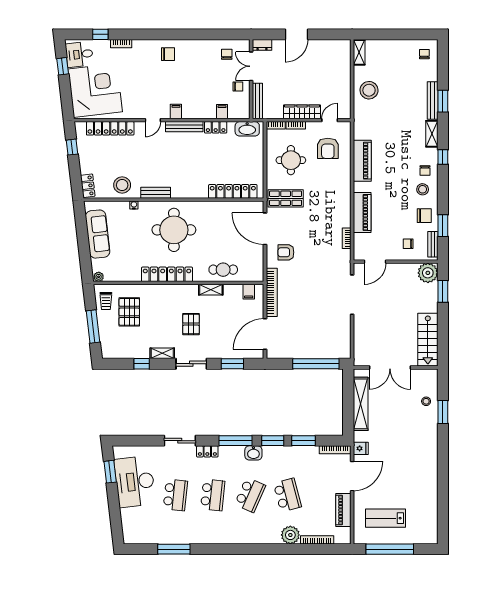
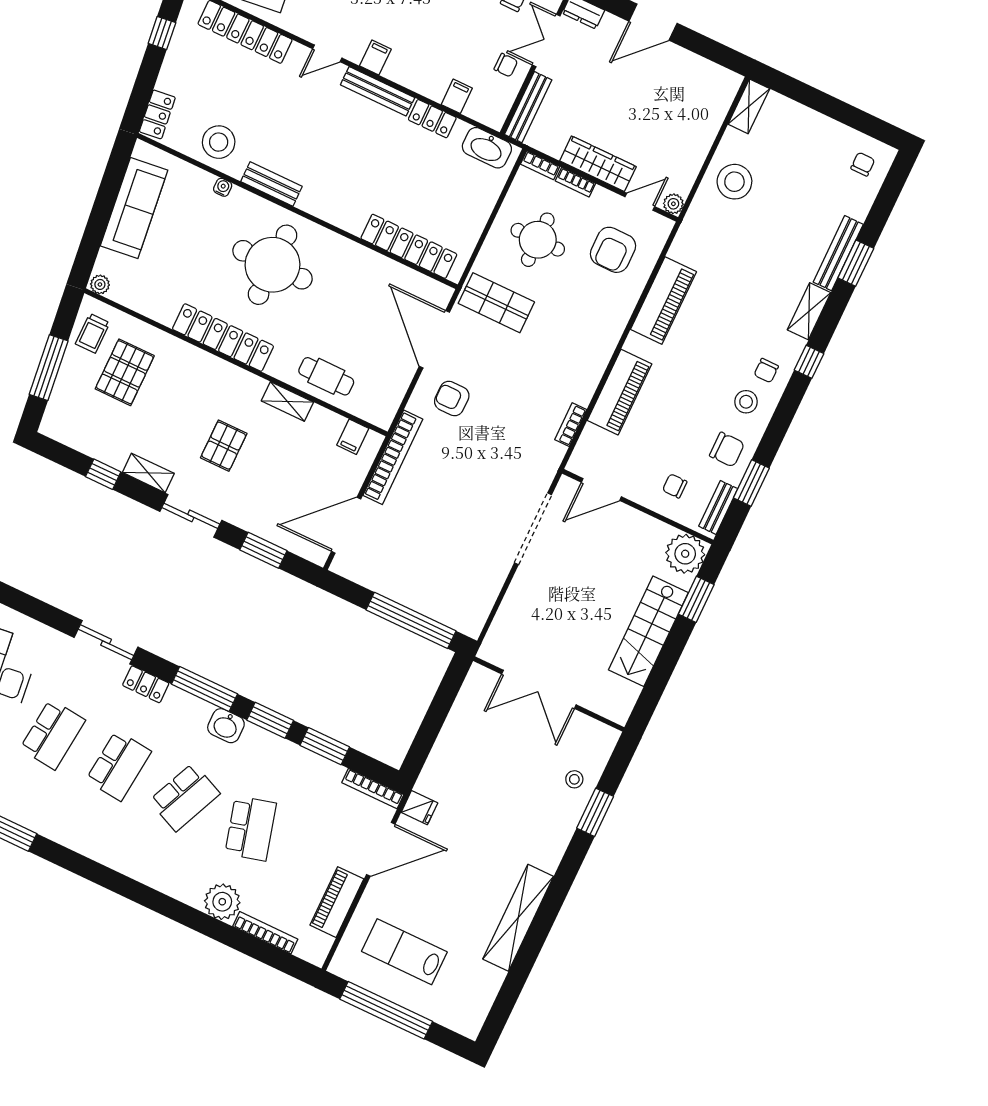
plant: (346, 114) -> (673, 204), added
stairs: (428, 340) -> (648, 631), moved
shelving: (361, 404) -> (518, 918), moved

